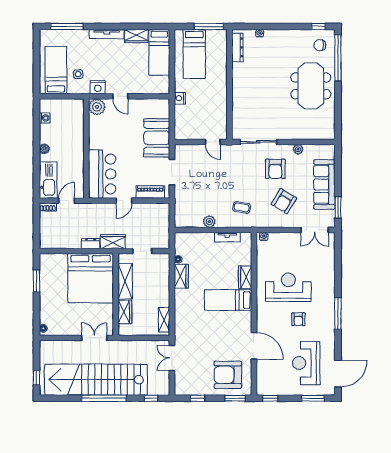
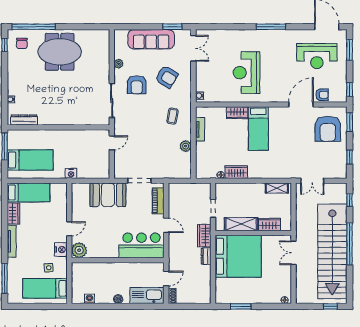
armchair: (275, 169) -> (137, 85), turned 90
door: (67, 201) -> (166, 278), swing flipped
armchair: (298, 319) -> (322, 95), moved

